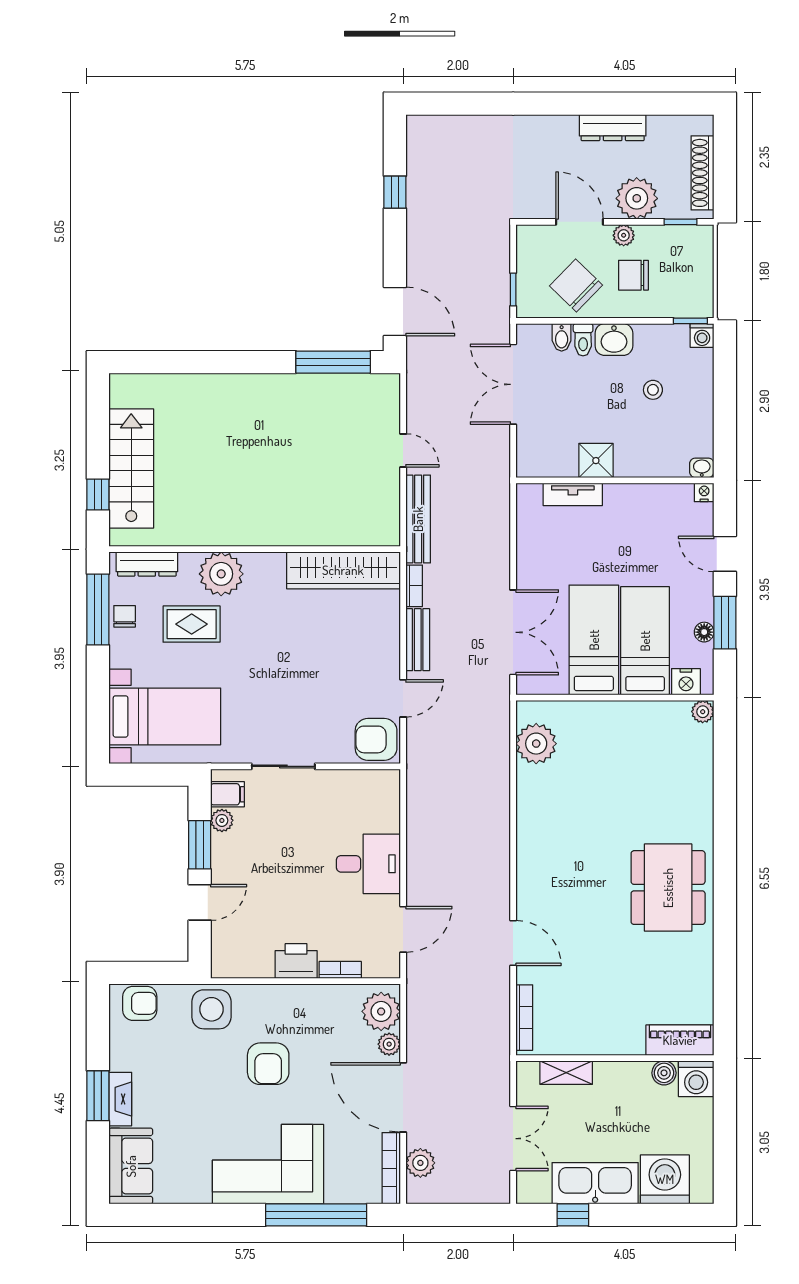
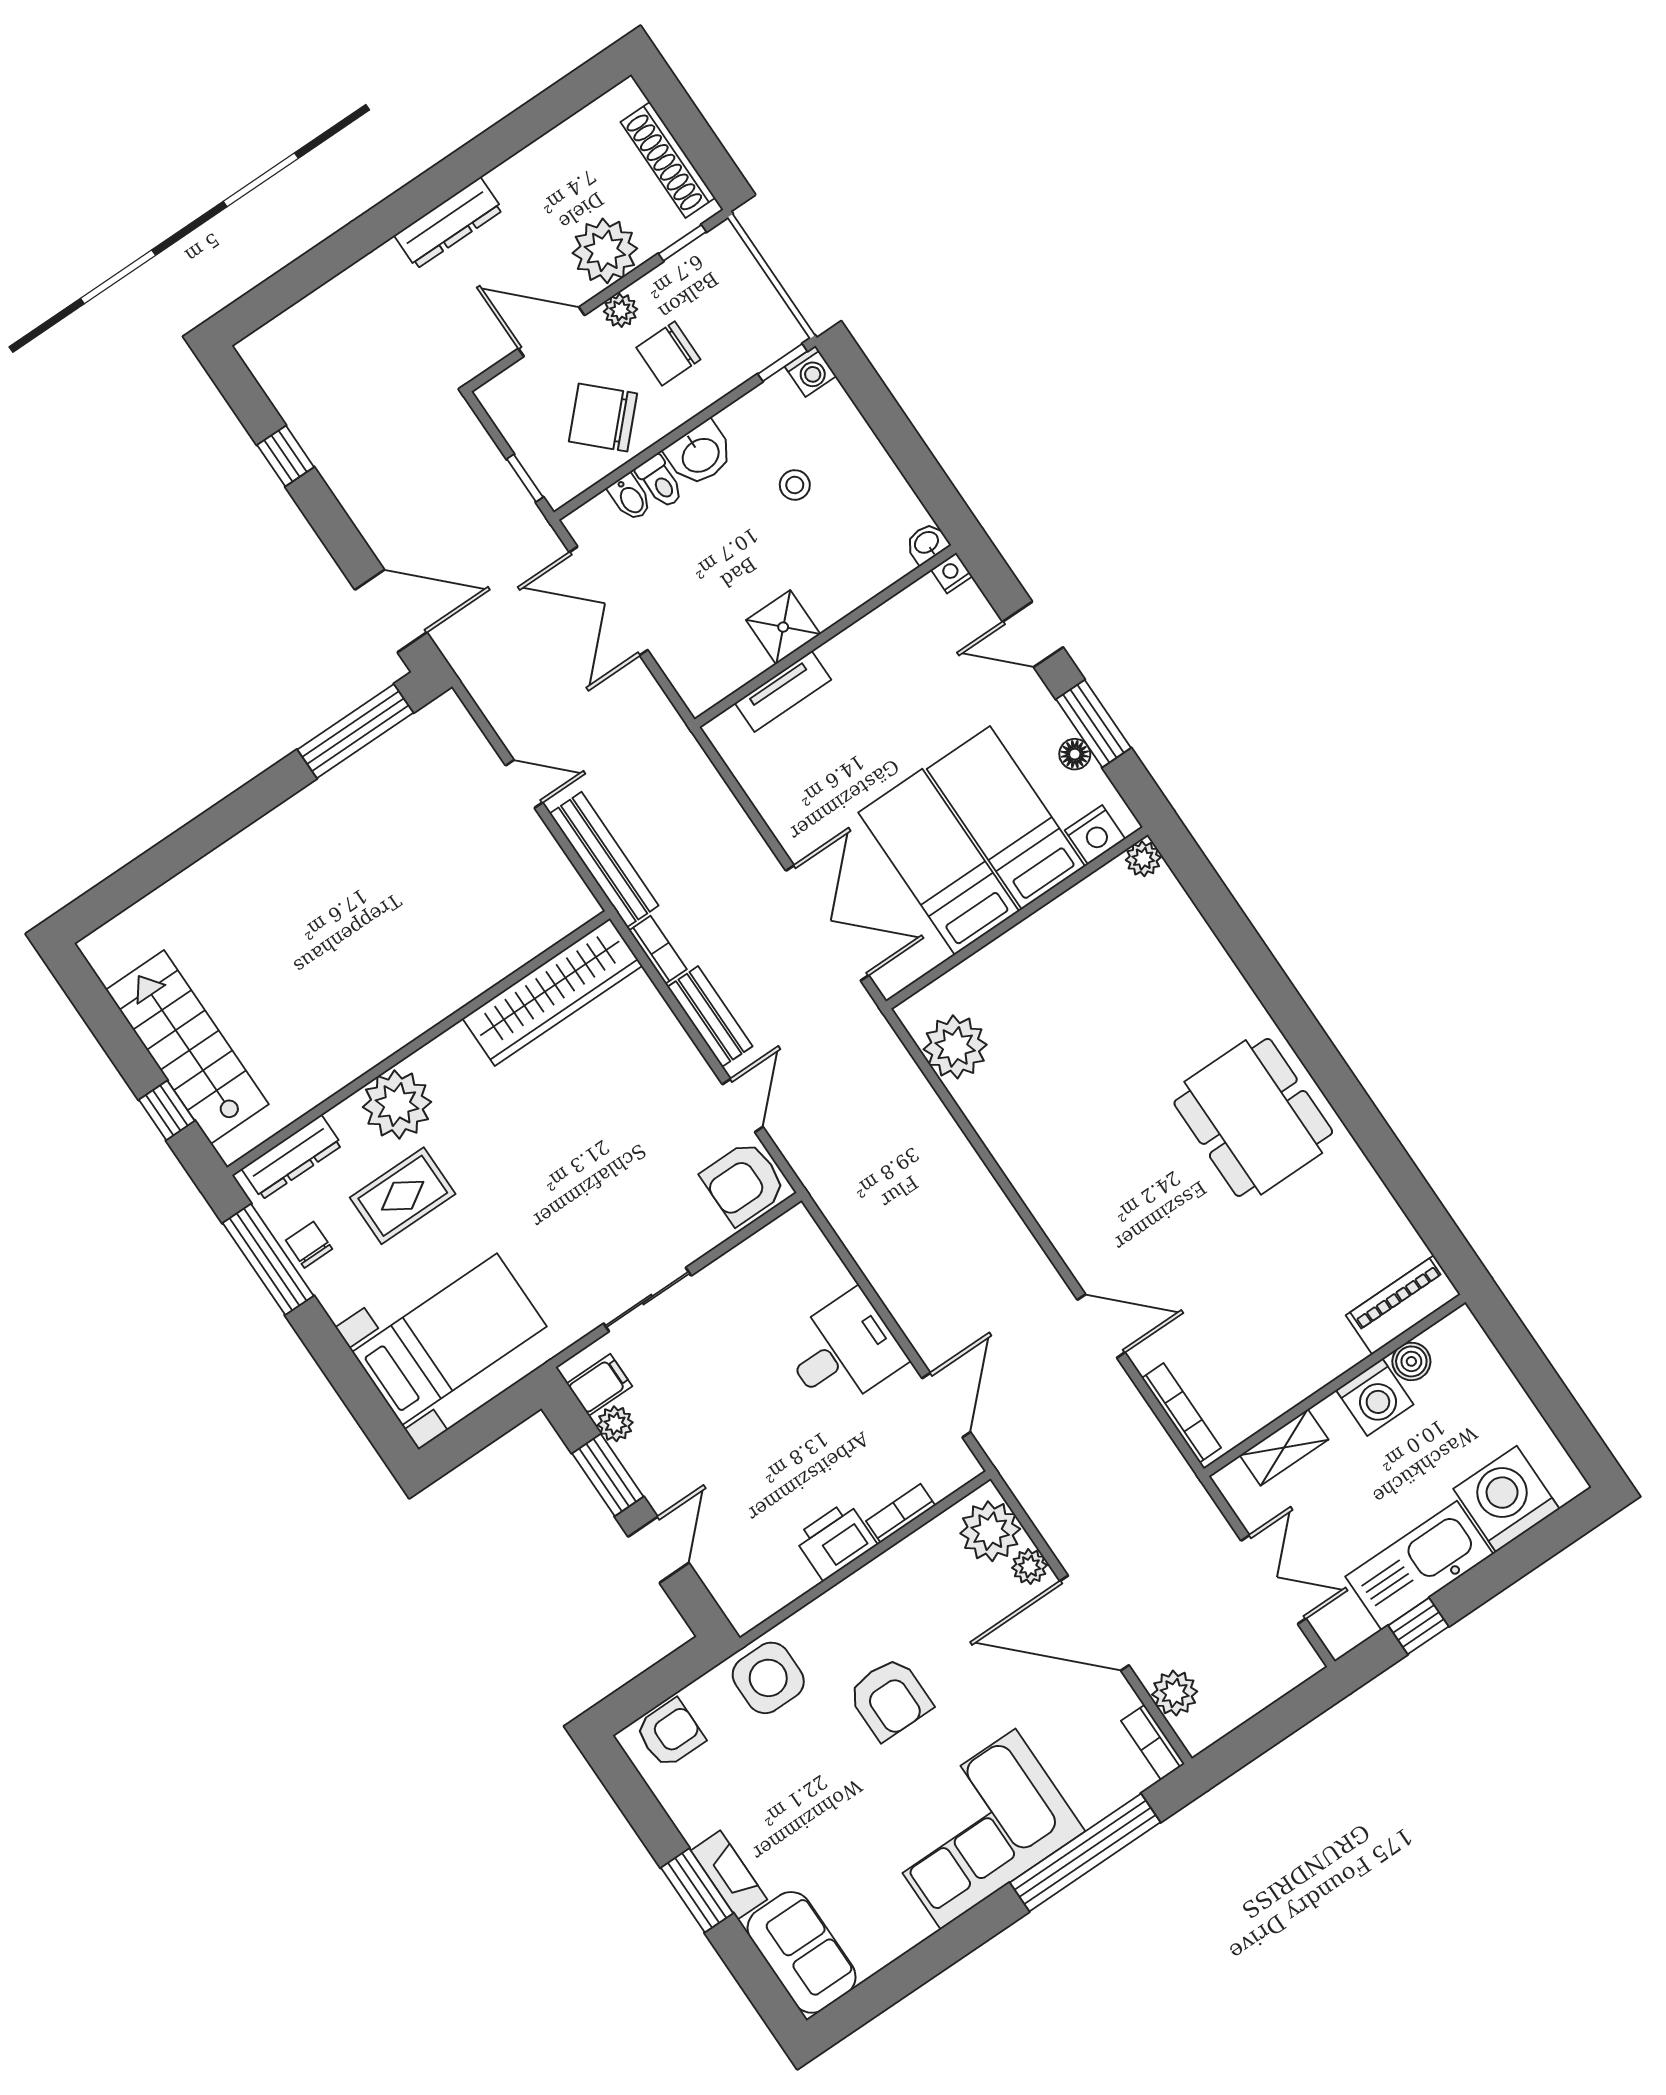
dresser: (613, 128) -> (449, 223), moved
washing machine: (696, 1079) -> (1375, 1397), moved
bookcase: (391, 1168) -> (1153, 1742), width x0.64

